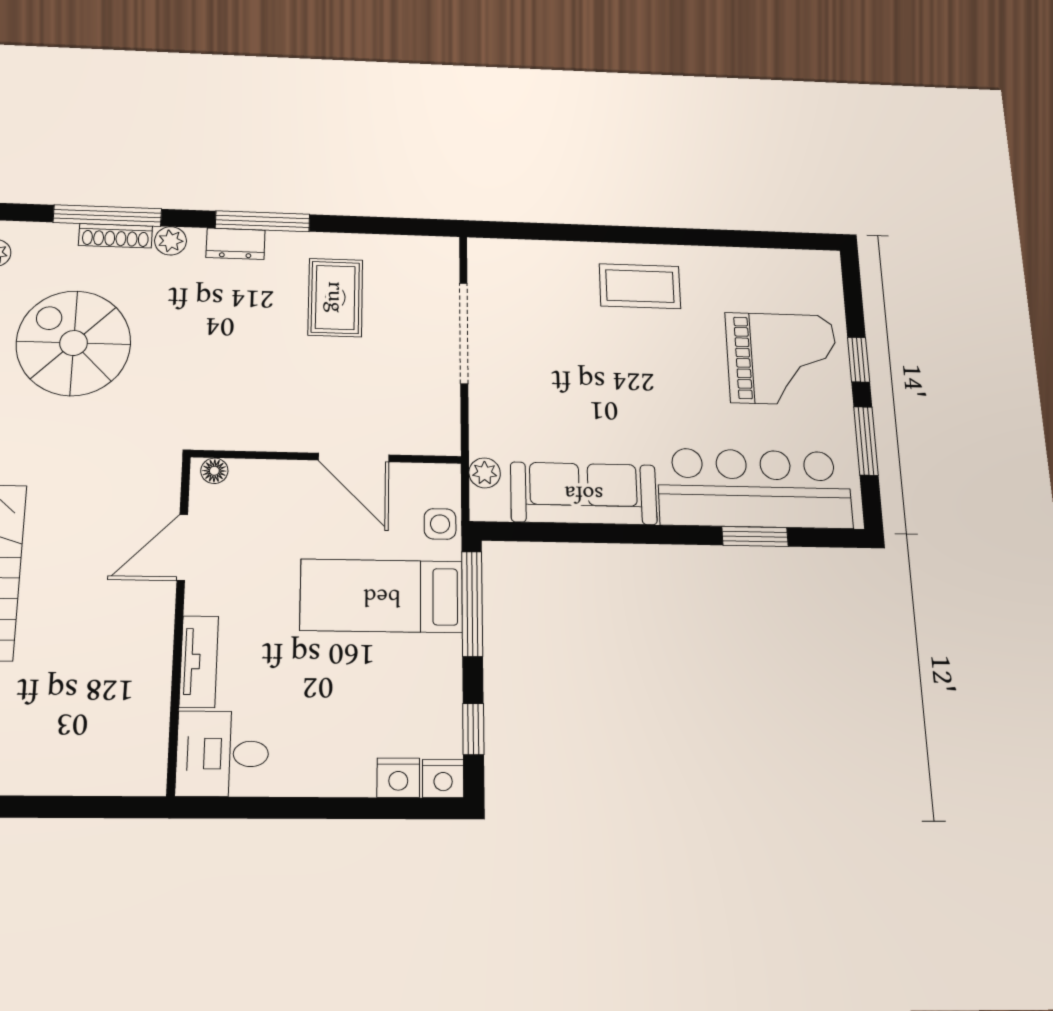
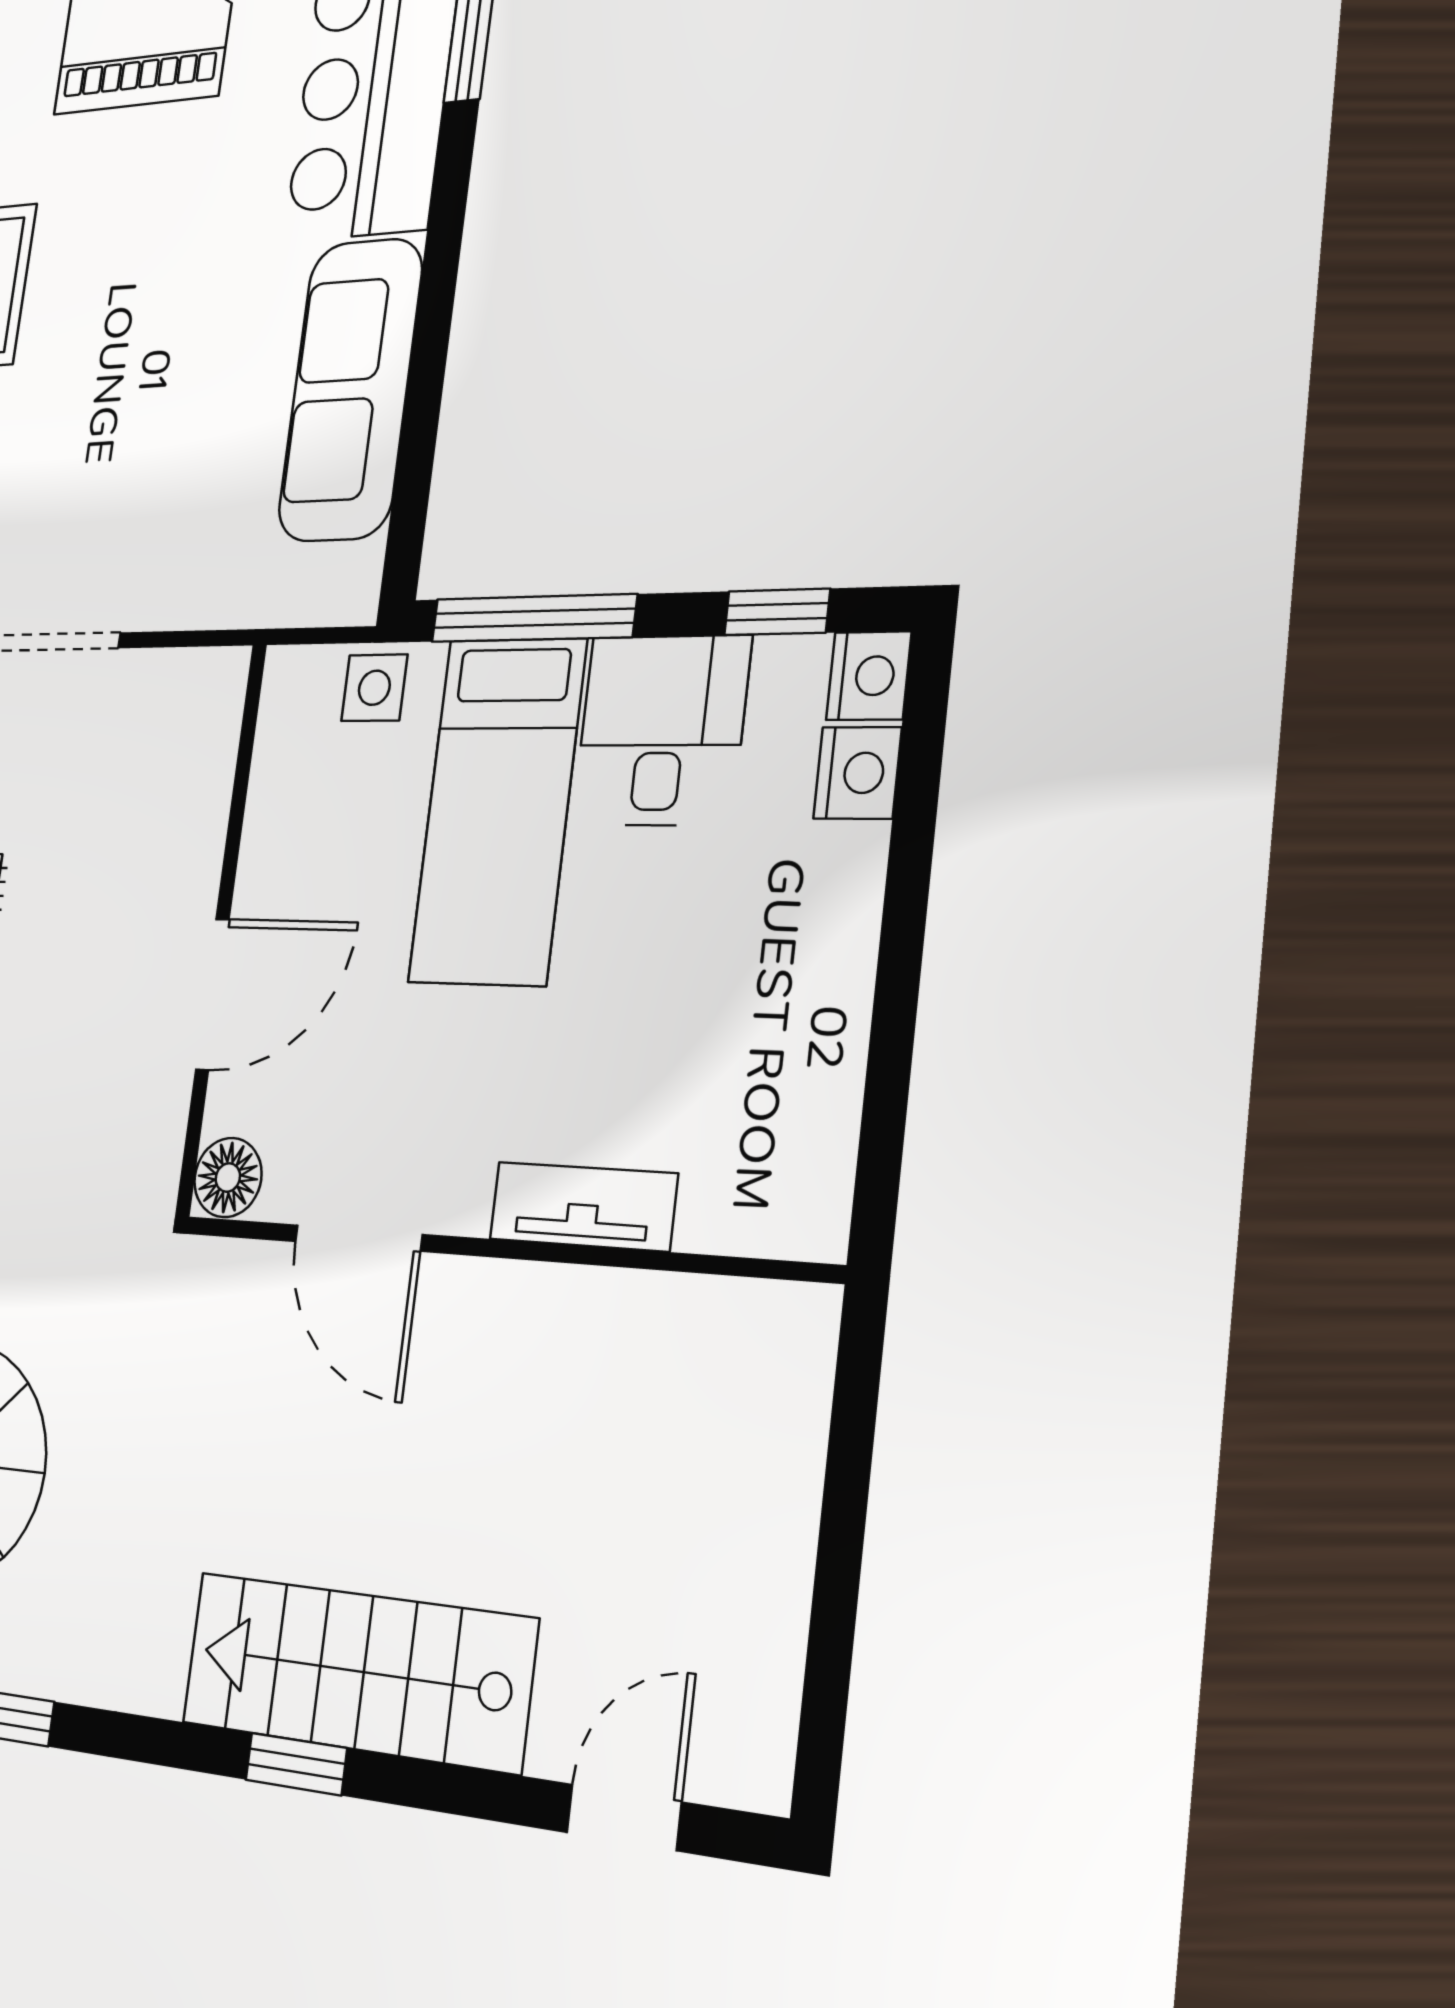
door: (354, 457) -> (212, 994), moved
floor lamp: (214, 471) -> (228, 1178), width x1.37, depth x1.37
plant: (485, 473) -> (289, 596), removed
desk: (222, 754) -> (662, 730), moved, turned 180

